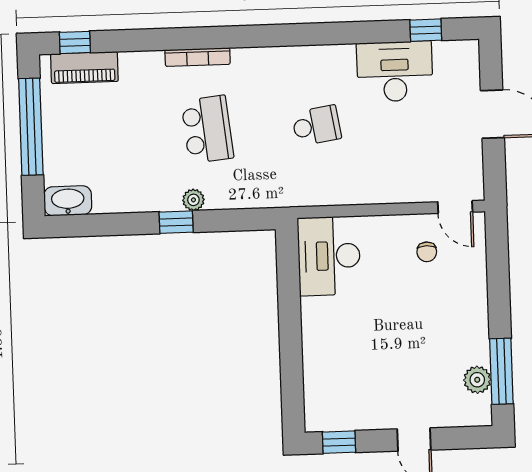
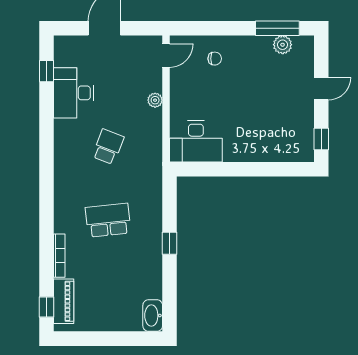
bookcase: (198, 57) -> (59, 256), moved
school desk: (316, 126) -> (108, 147), turned 30
window: (31, 127) -> (102, 339), removed
plant: (193, 200) -> (155, 100), moved
chair: (427, 252) -> (215, 59), moved

